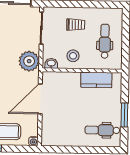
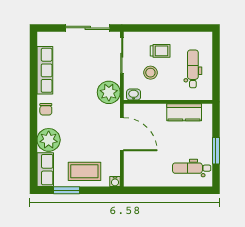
stool: (73, 56) -> (150, 73), moved
door: (40, 99) -> (122, 134), swing flipped

